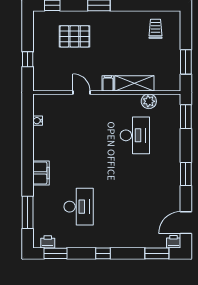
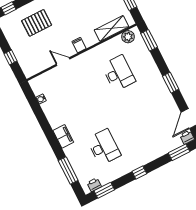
shelving: (134, 83) -> (112, 28), moved
plant: (149, 101) -> (128, 37), moved

